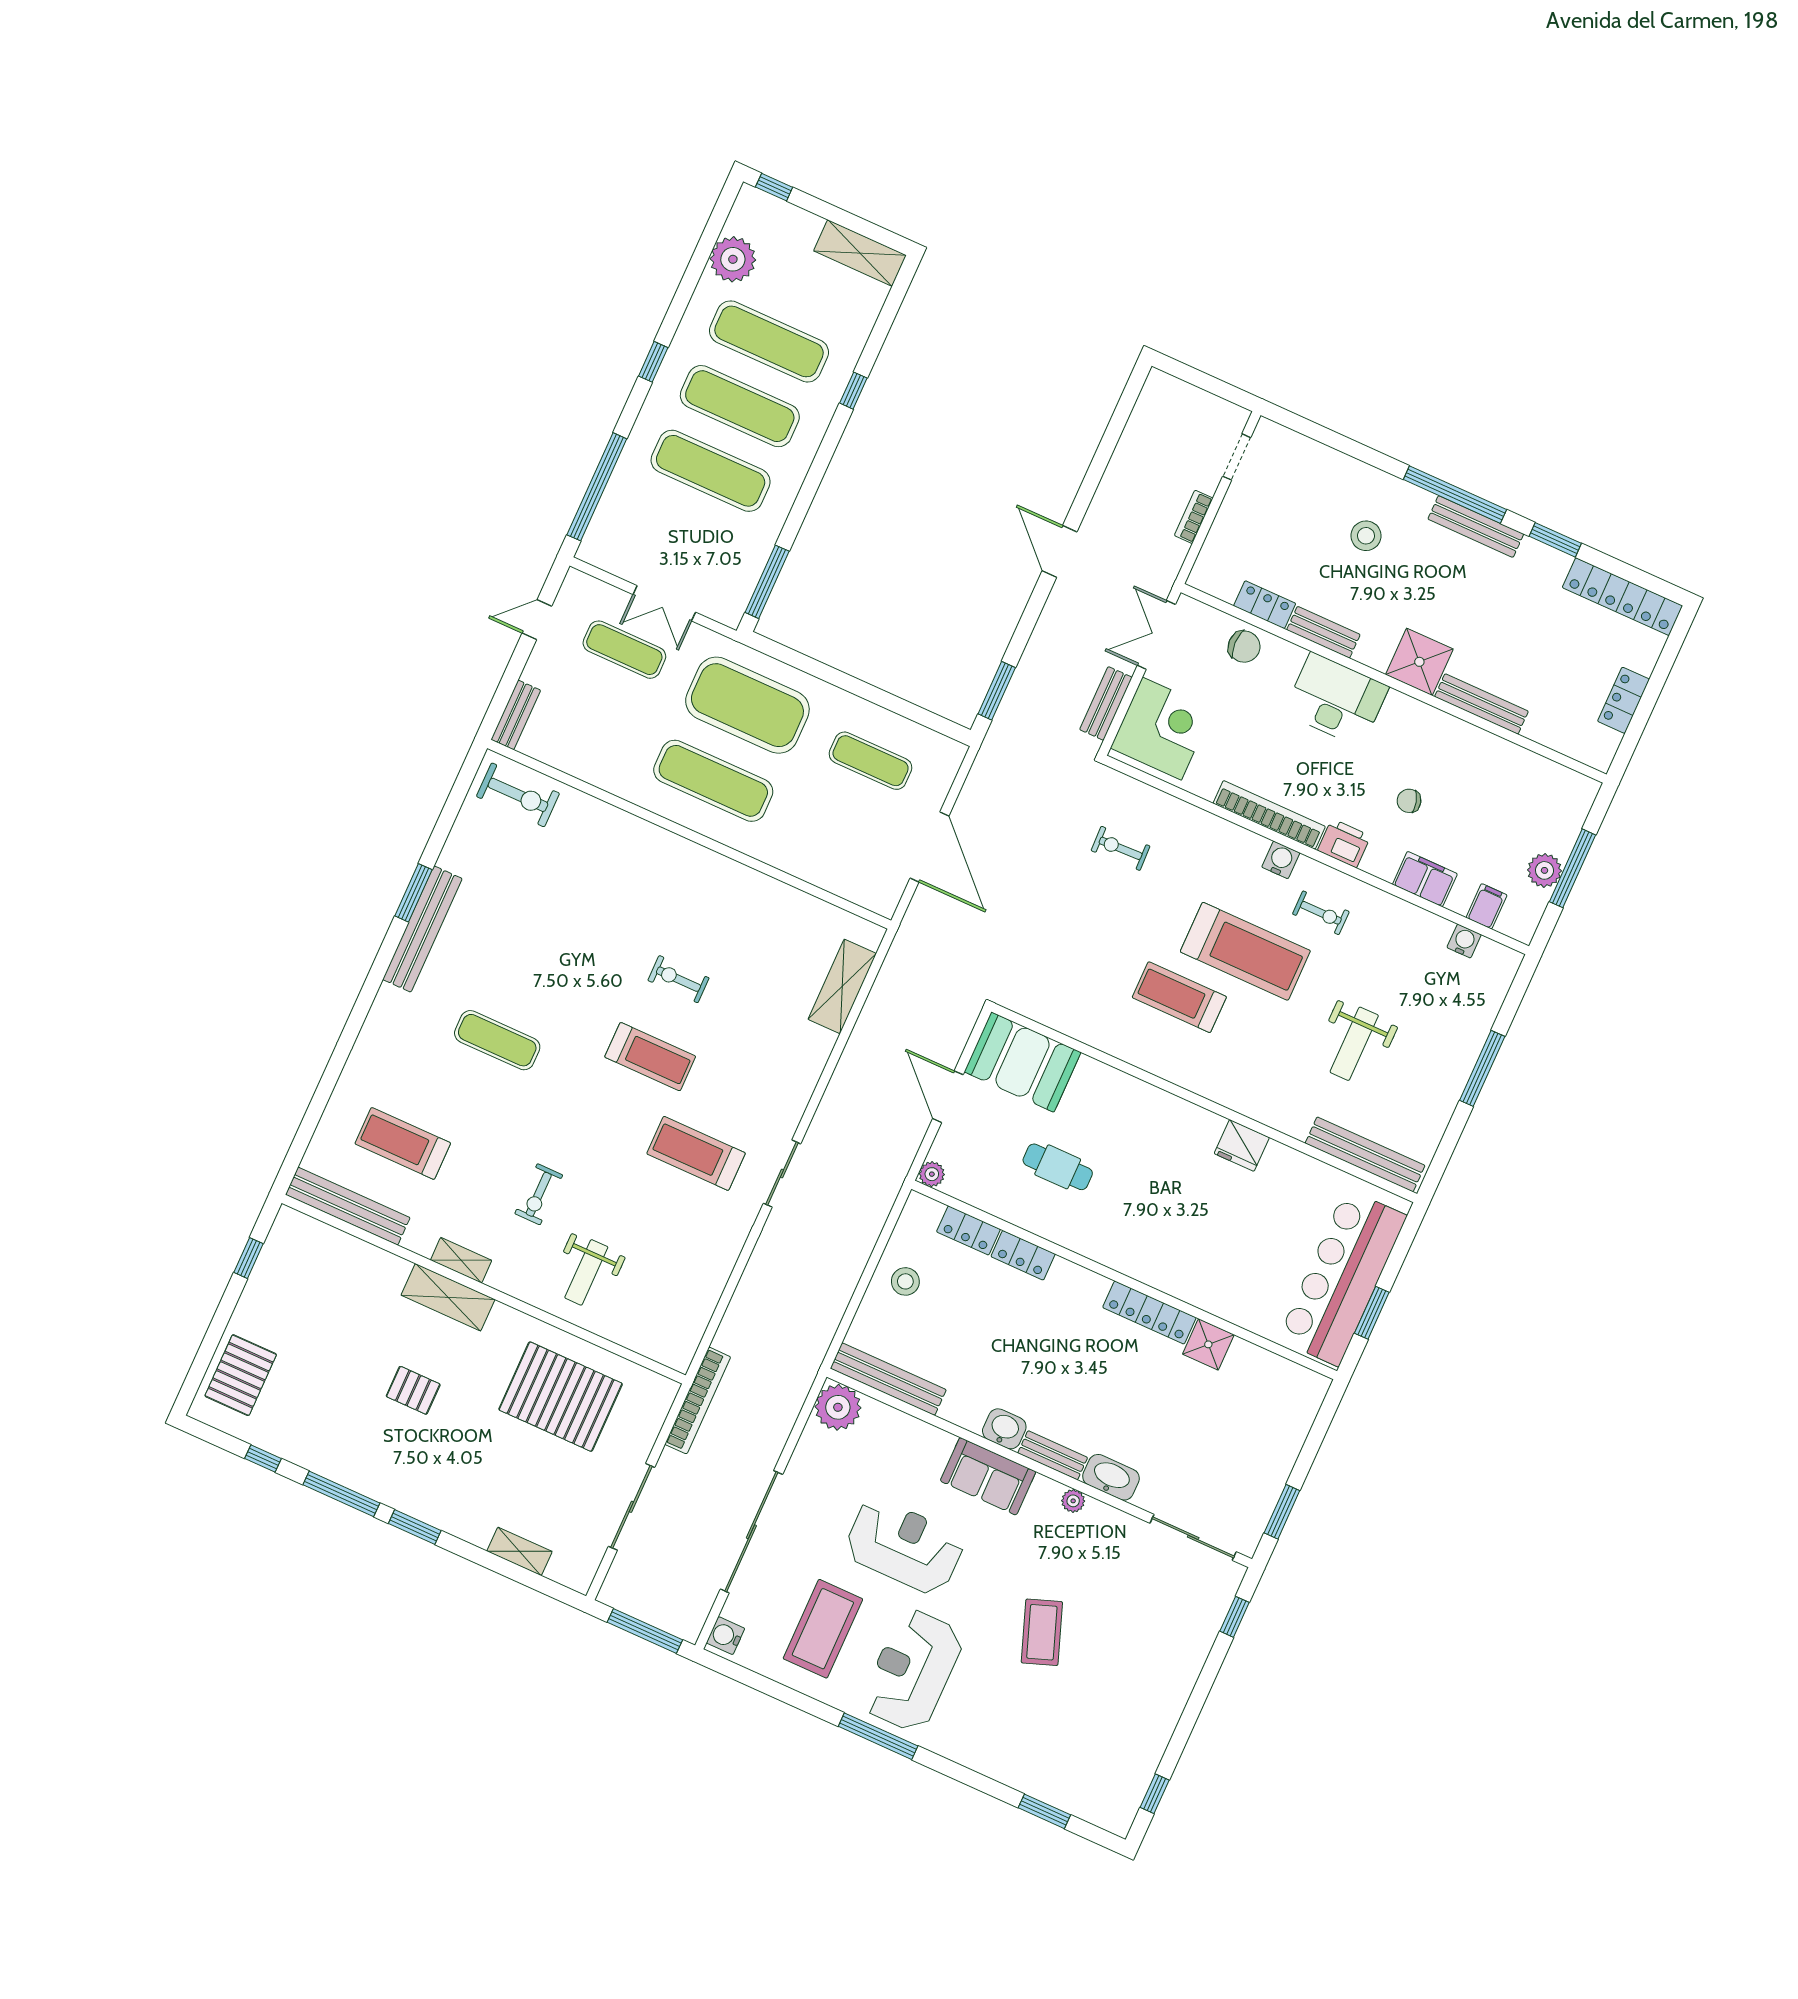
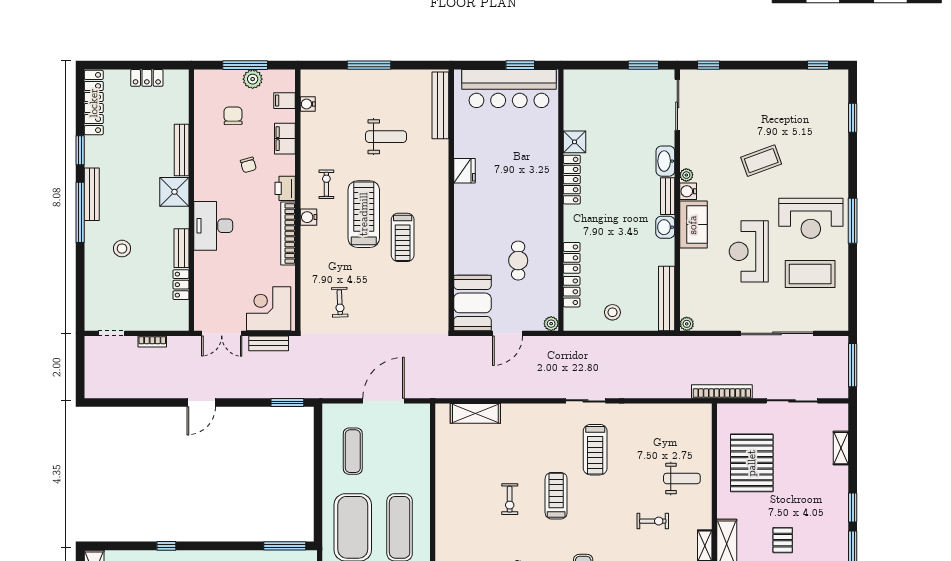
chair: (1244, 647) -> (233, 116), moved
plant: (838, 1407) -> (687, 324), width x0.53, depth x0.53
water cooler: (726, 1636) -> (688, 191), moved, turned 90

